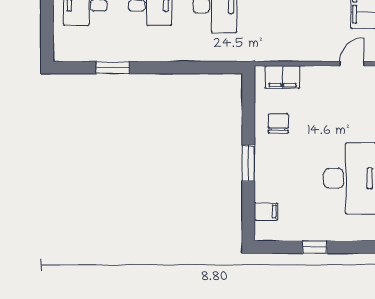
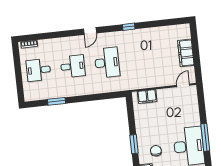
chair: (278, 123) -> (156, 151), moved

